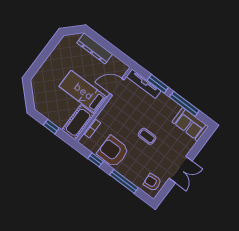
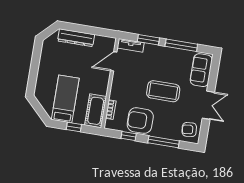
tv unit: (144, 84) -> (131, 45), width x0.71
bed: (83, 92) -> (65, 99), moved, turned 90
sofa: (190, 124) -> (201, 70), moved, turned 90
coffee table: (147, 136) -> (163, 91), width x1.86, depth x1.72

